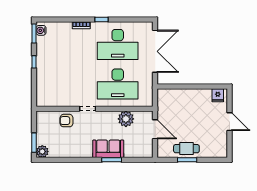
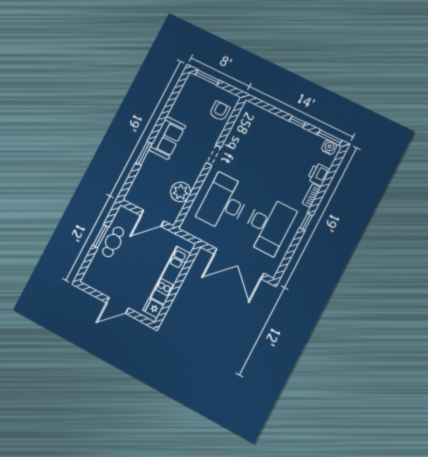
printer: (64, 28) -> (318, 174), added
desk: (118, 44) -> (268, 225), turned 180
kitchen unit: (188, 95) -> (170, 275), added
armchair: (67, 121) -> (220, 111), moved
sofa: (108, 149) -> (167, 138), moved
plant: (42, 152) -> (193, 82), removed

